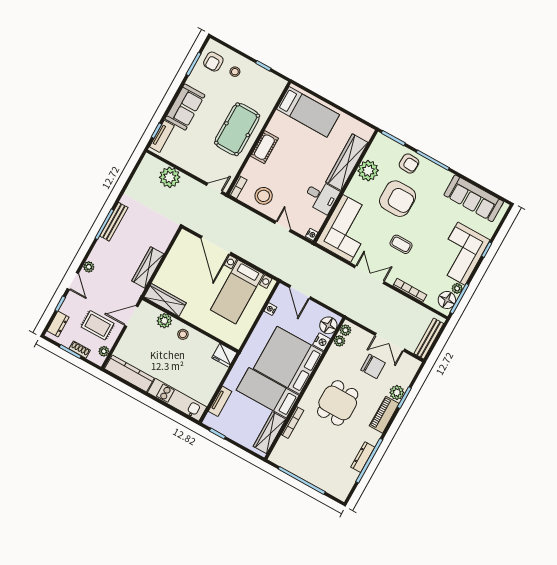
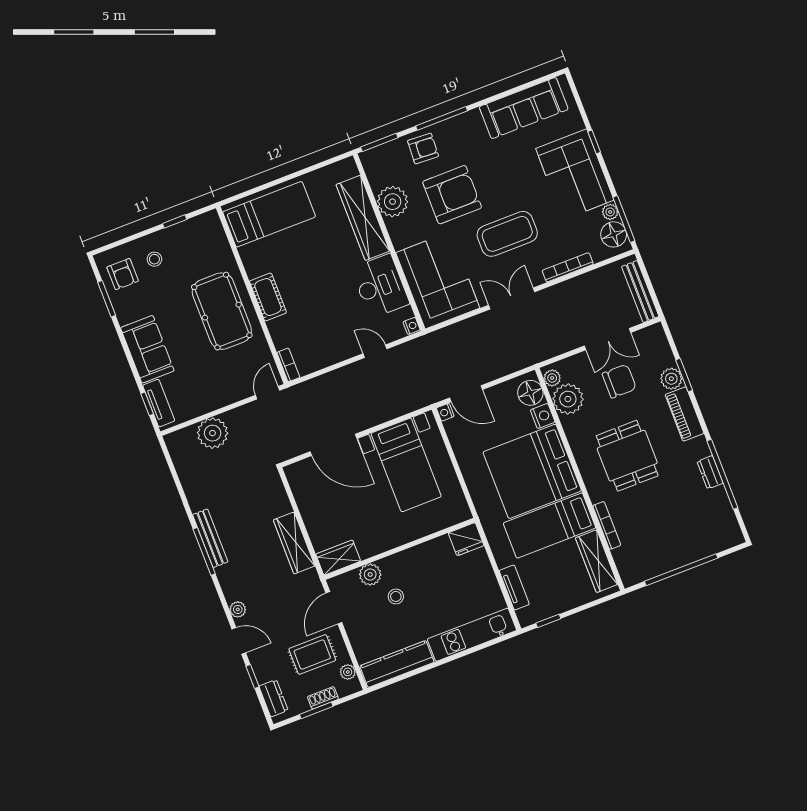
stool: (264, 196) -> (322, 344), removed
desk: (321, 196) -> (380, 286), width x1.37
coffee table: (401, 244) -> (507, 234), width x1.86, depth x1.72
wardrobe: (165, 300) -> (338, 558), width x0.67
nightstand: (270, 309) -> (445, 412), moved
stool: (183, 334) -> (396, 596), moved
plant: (340, 341) -> (568, 399), width x1.87, depth x1.87
dresser: (363, 457) -> (710, 472), width x0.70

